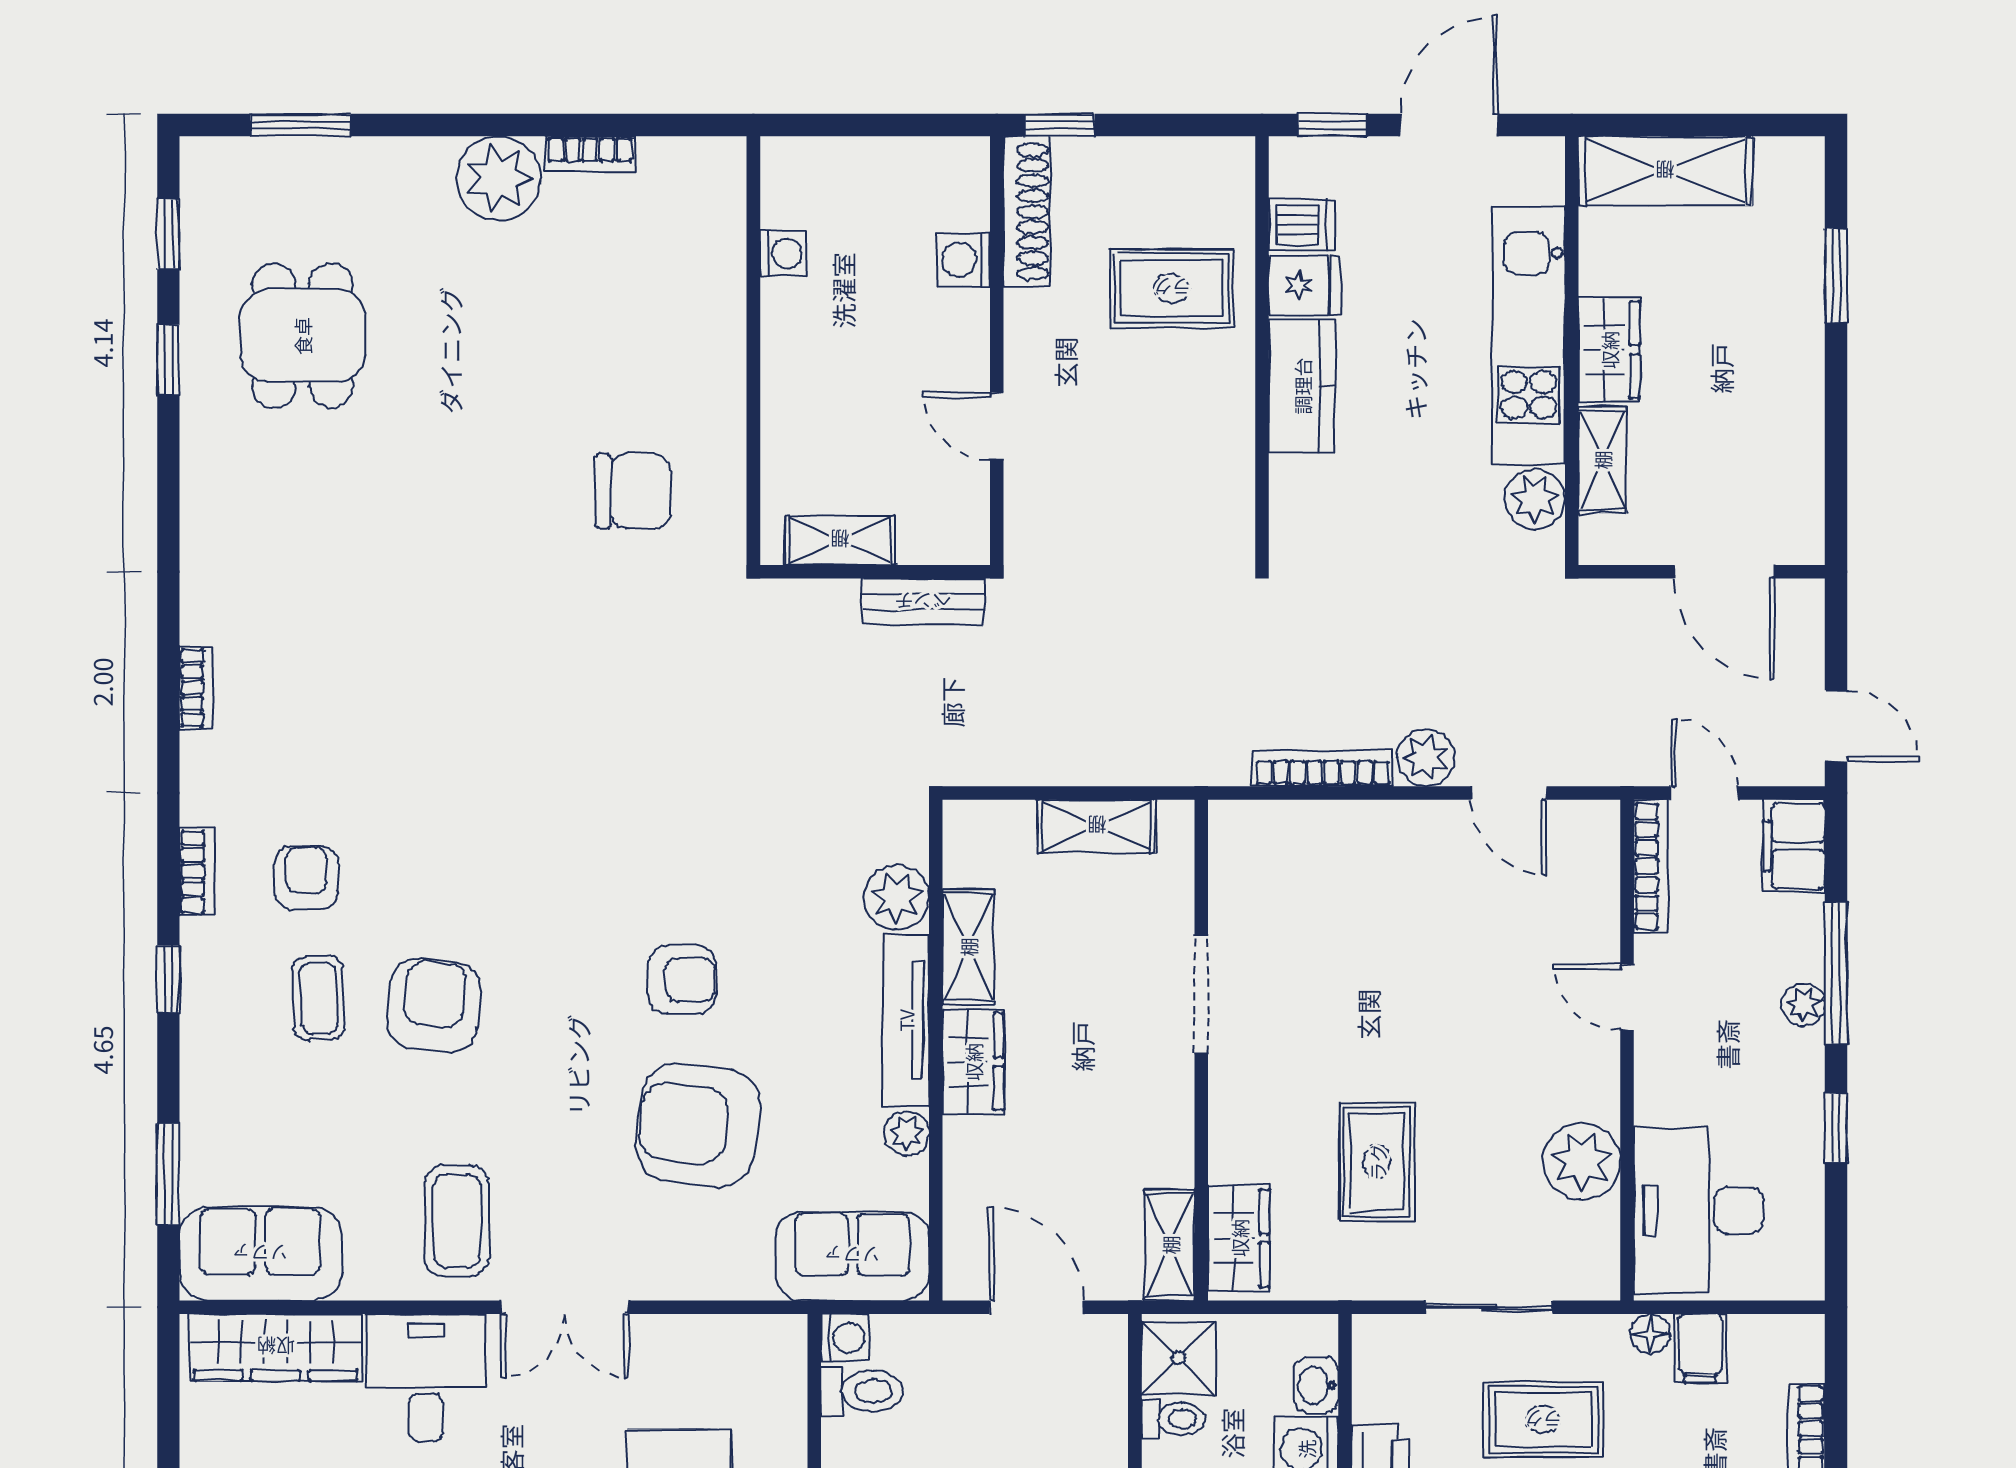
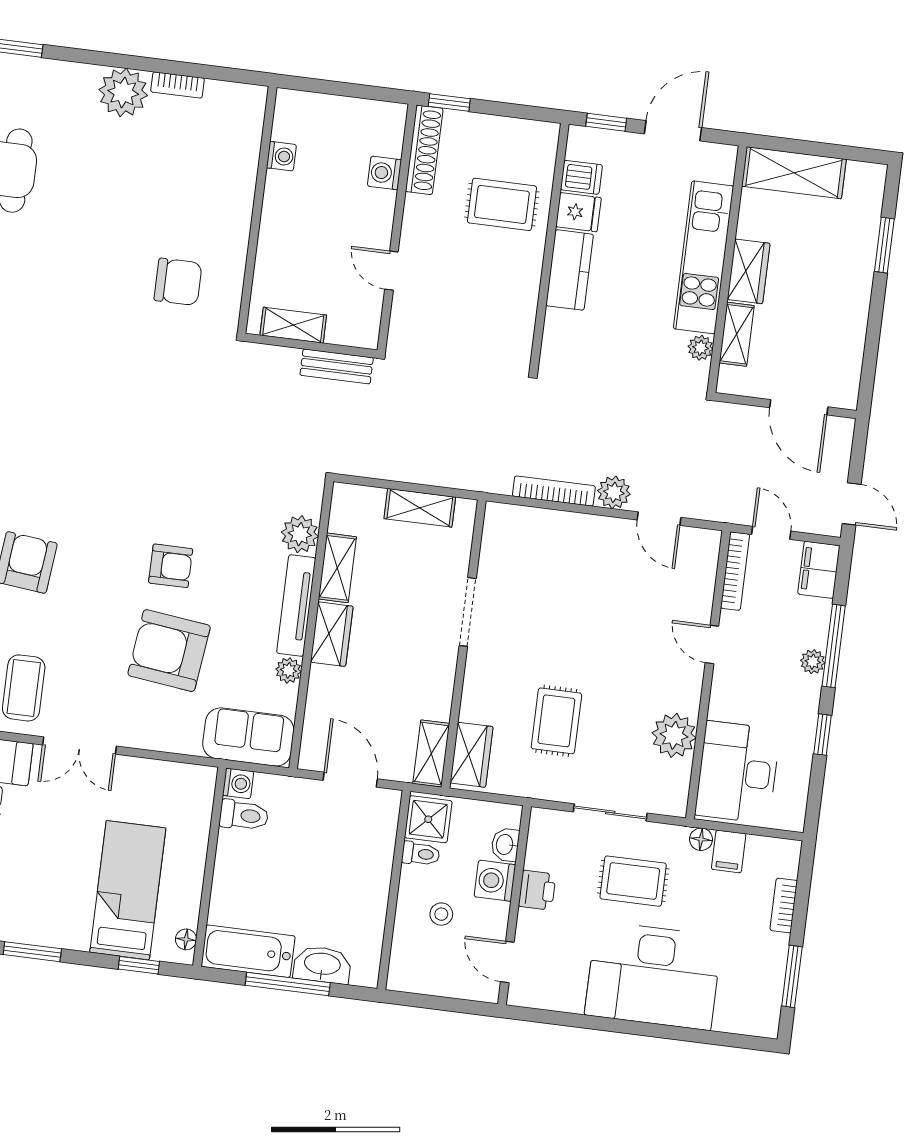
plant: (1535, 499) -> (701, 348), width x0.73, depth x0.73

